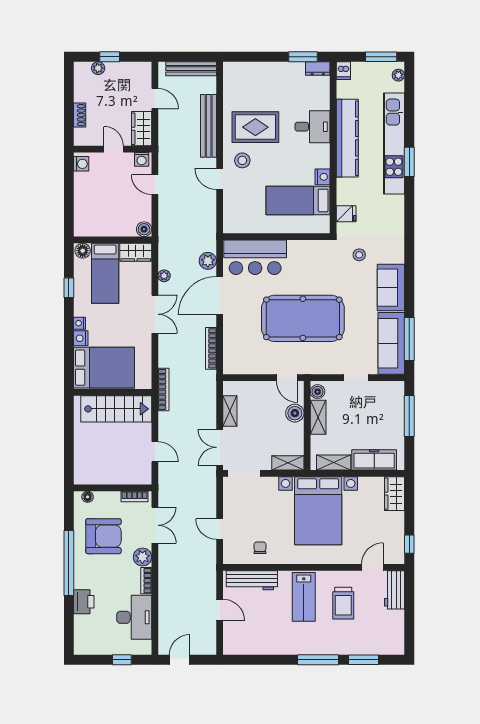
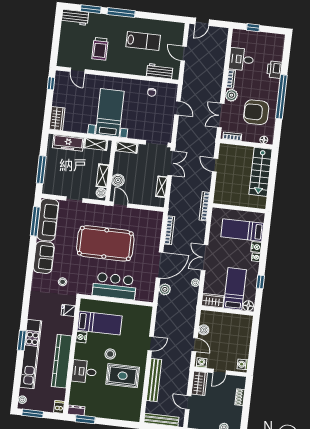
door: (114, 149) -> (220, 372), hinge flipped
stool: (242, 160) -> (110, 354), moved
door: (220, 179) -> (151, 344), hinge flipped
boiler: (144, 229) -> (204, 330), moved
bar counter: (255, 257) -> (114, 286), moved
bed: (104, 368) -> (242, 230), width x0.67
stairs: (116, 409) -> (261, 172), moved, turned -90
bed with nightstands: (318, 511) -> (110, 113), width x0.73
door: (372, 567) -> (78, 71), hinge flipped
workbench: (252, 580) -> (160, 71), width x0.73
workbench: (394, 590) -> (75, 17), moved, turned 90
lab bench: (304, 597) -> (143, 41), moved, turned 90
trolley: (343, 603) -> (100, 49), turned 180
desk: (134, 617) -> (241, 59), width x0.73
door: (180, 660) -> (202, 22), moved

